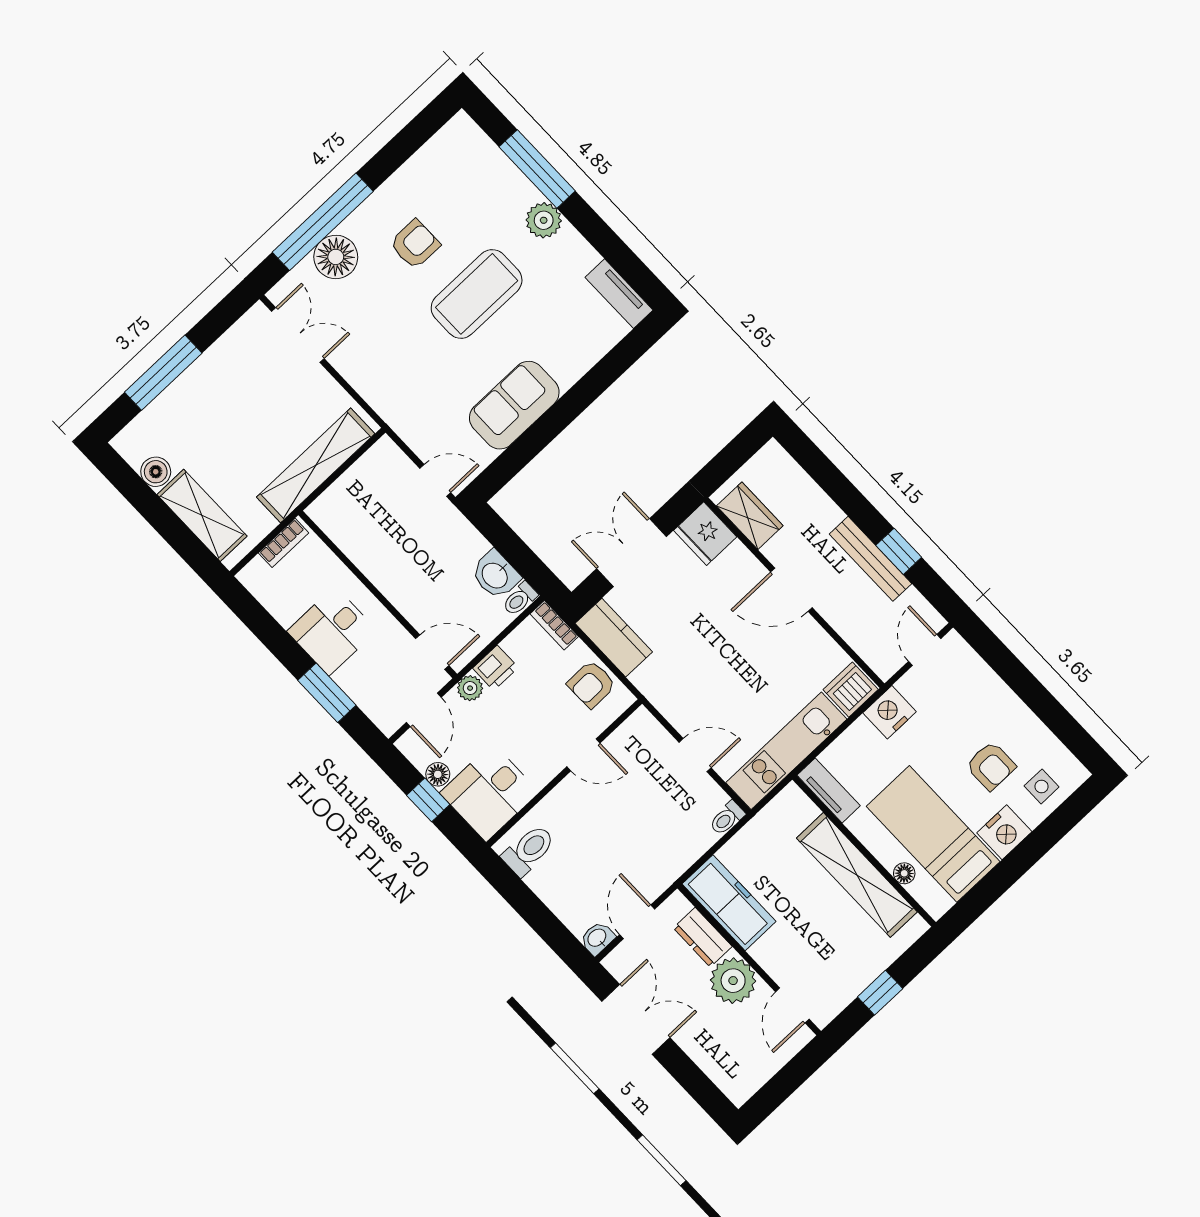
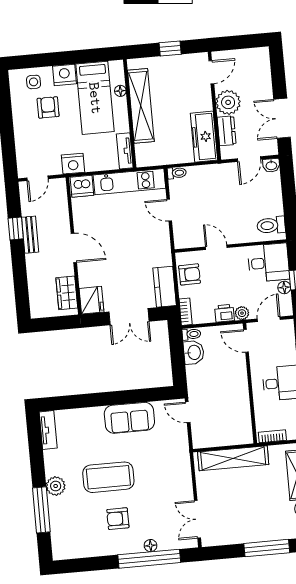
floor lamp: (336, 257) -> (151, 546), width x0.53, depth x0.53
bench: (871, 559) -> (30, 235), width x0.73

